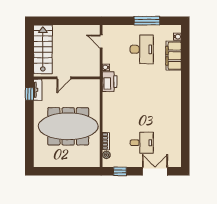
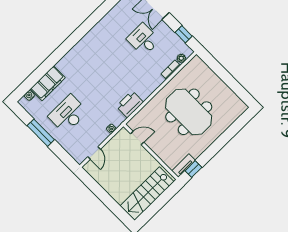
door: (64, 78) -> (137, 138), moved
printer: (110, 82) -> (130, 104), moved
meeting table: (68, 126) -> (189, 112), width x0.73

